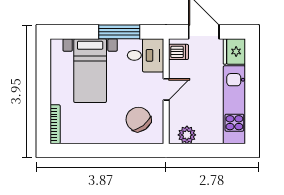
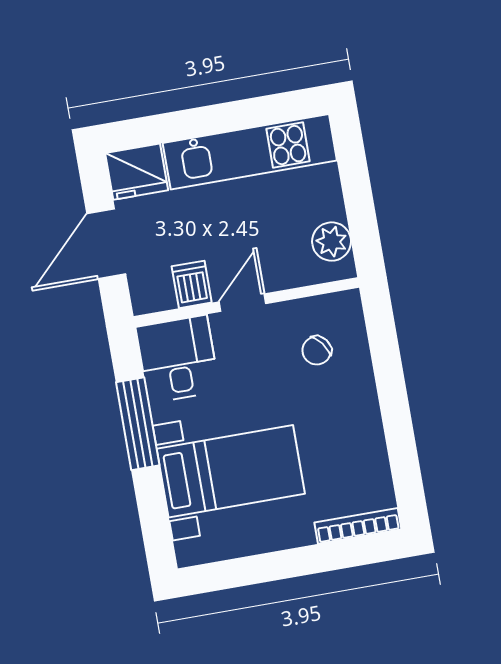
dishwasher: (178, 52) -> (192, 284), moved
door: (166, 89) -> (243, 303), hinge flipped
chair: (138, 119) -> (317, 350), width x0.54, depth x0.54

